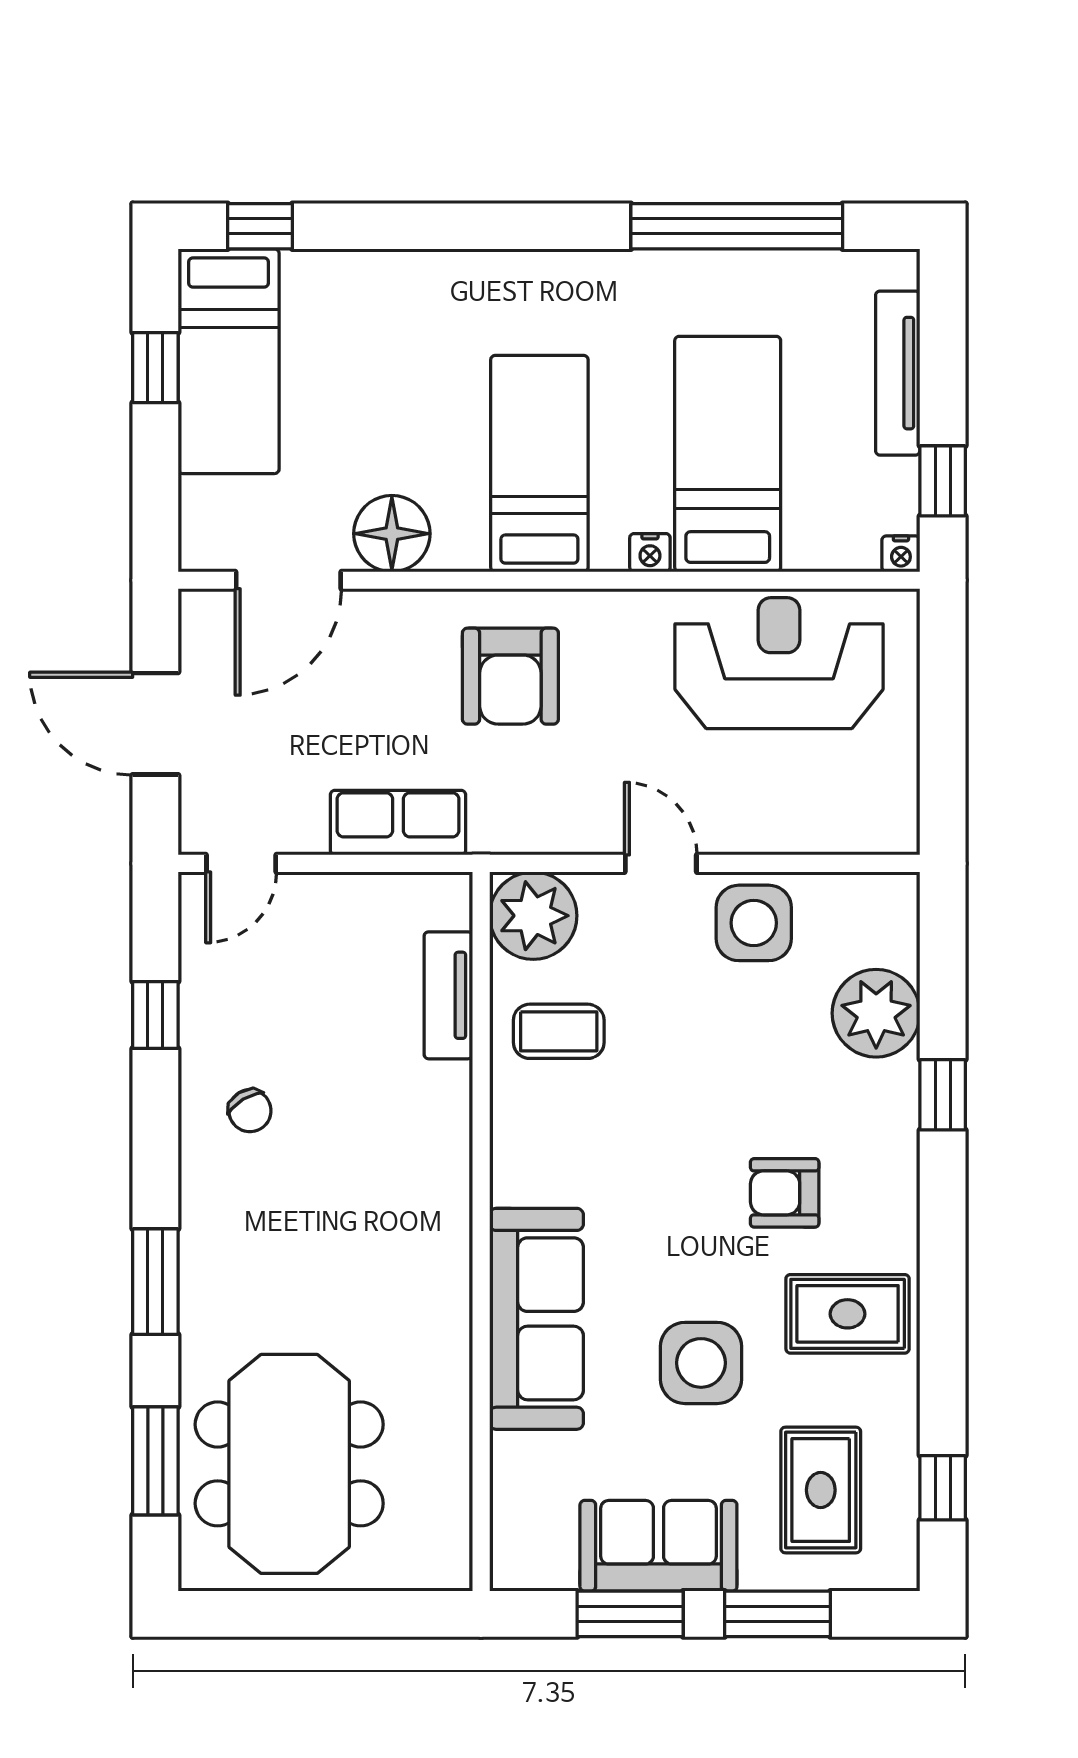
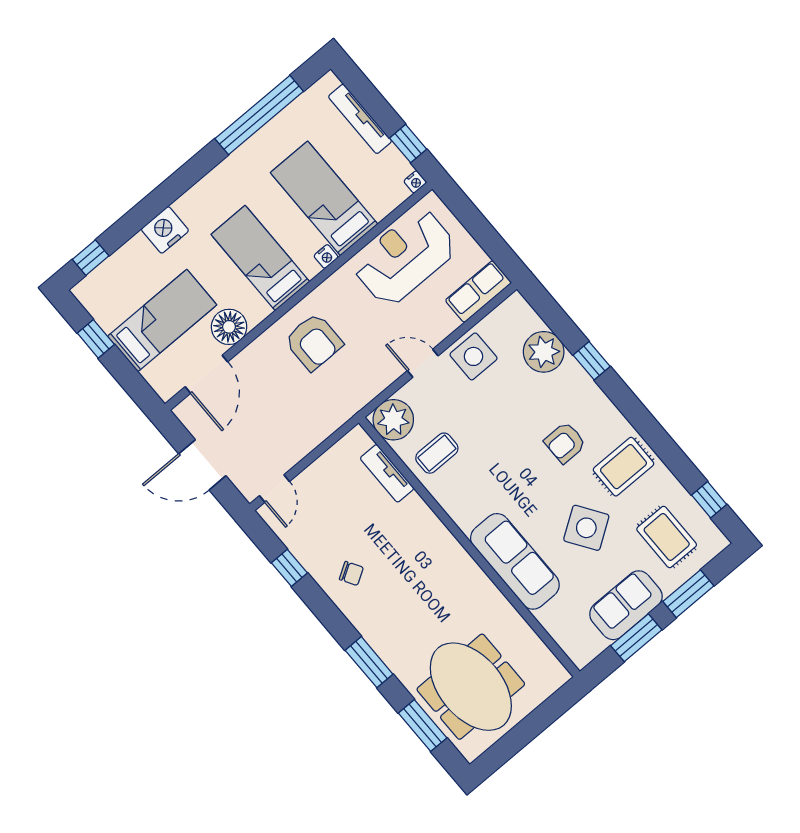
nightstand: (421, 284) -> (165, 230), added
bed: (229, 361) -> (162, 321), moved, turned -90
row of seats: (398, 823) -> (478, 291), moved
side table: (701, 1363) -> (586, 528), turned -34

